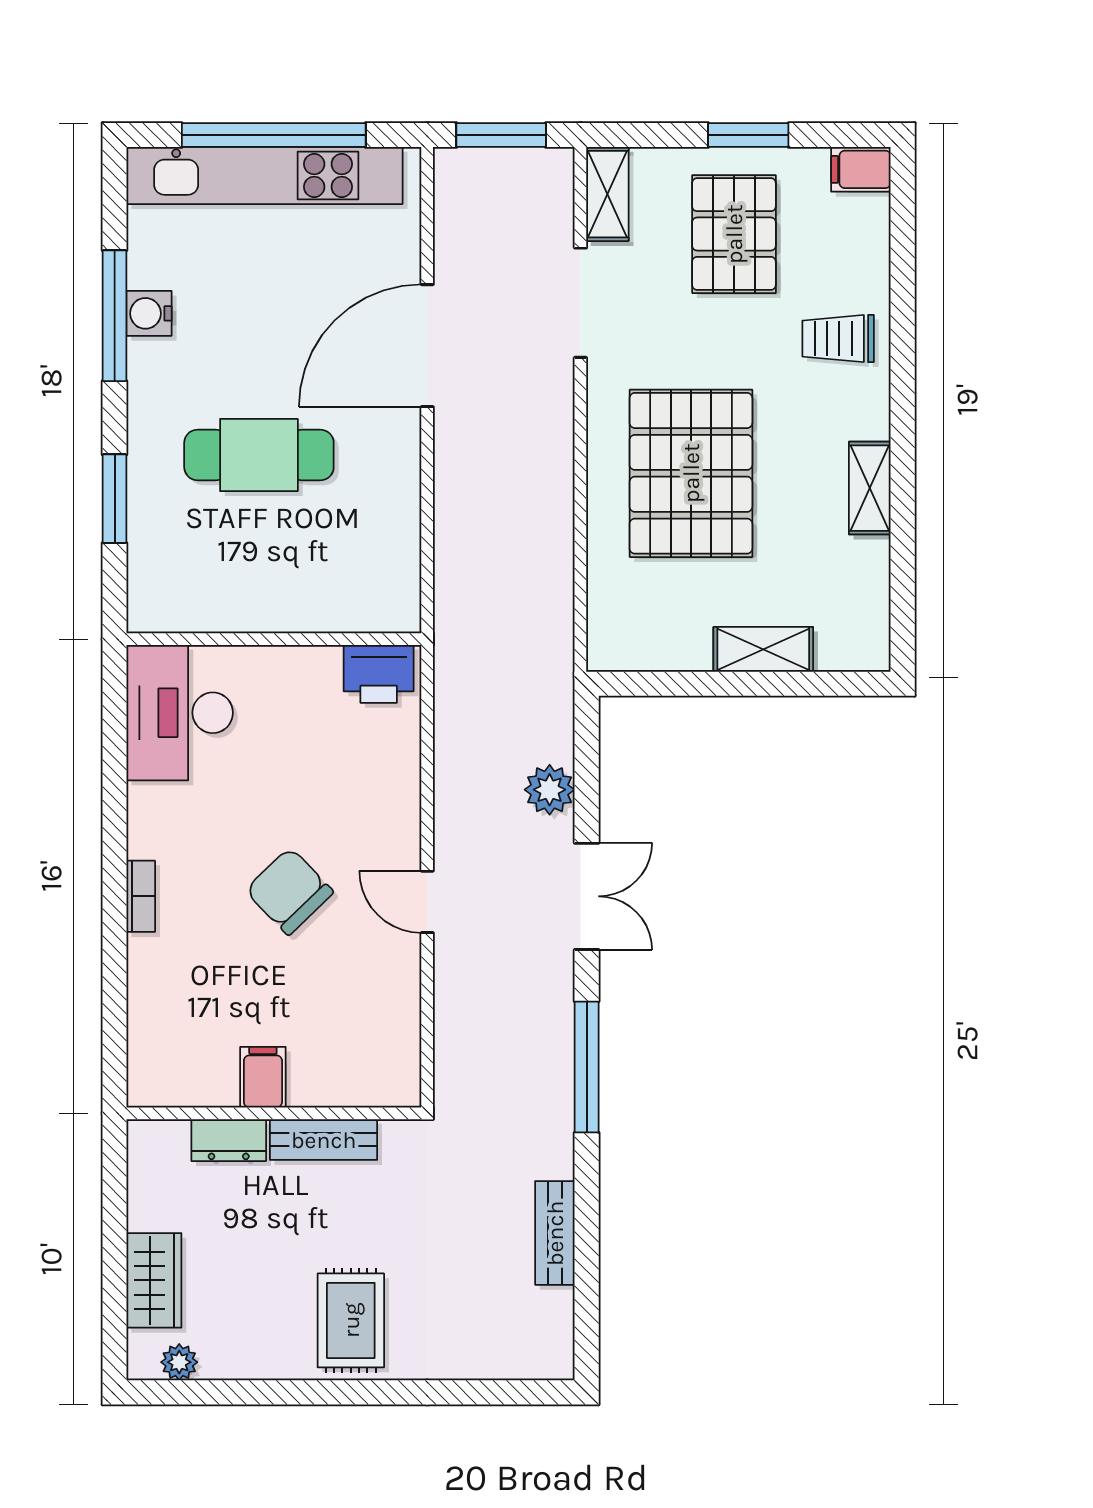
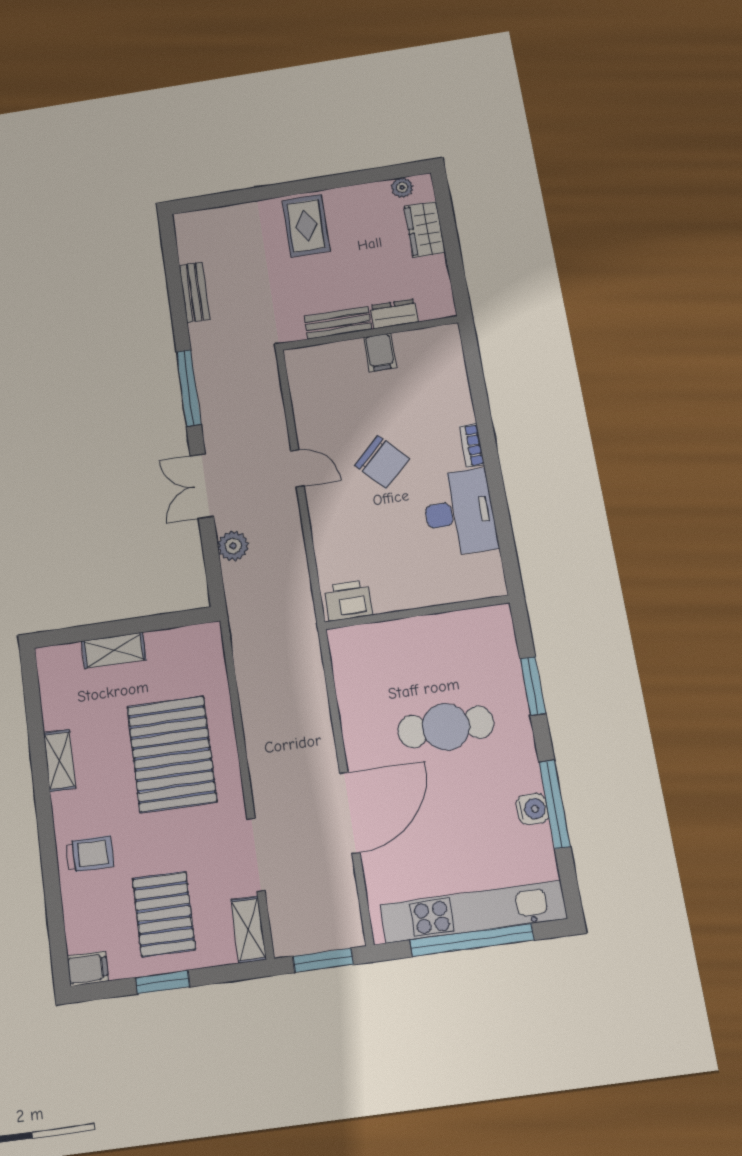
desk: (180, 713) -> (459, 513), moved

